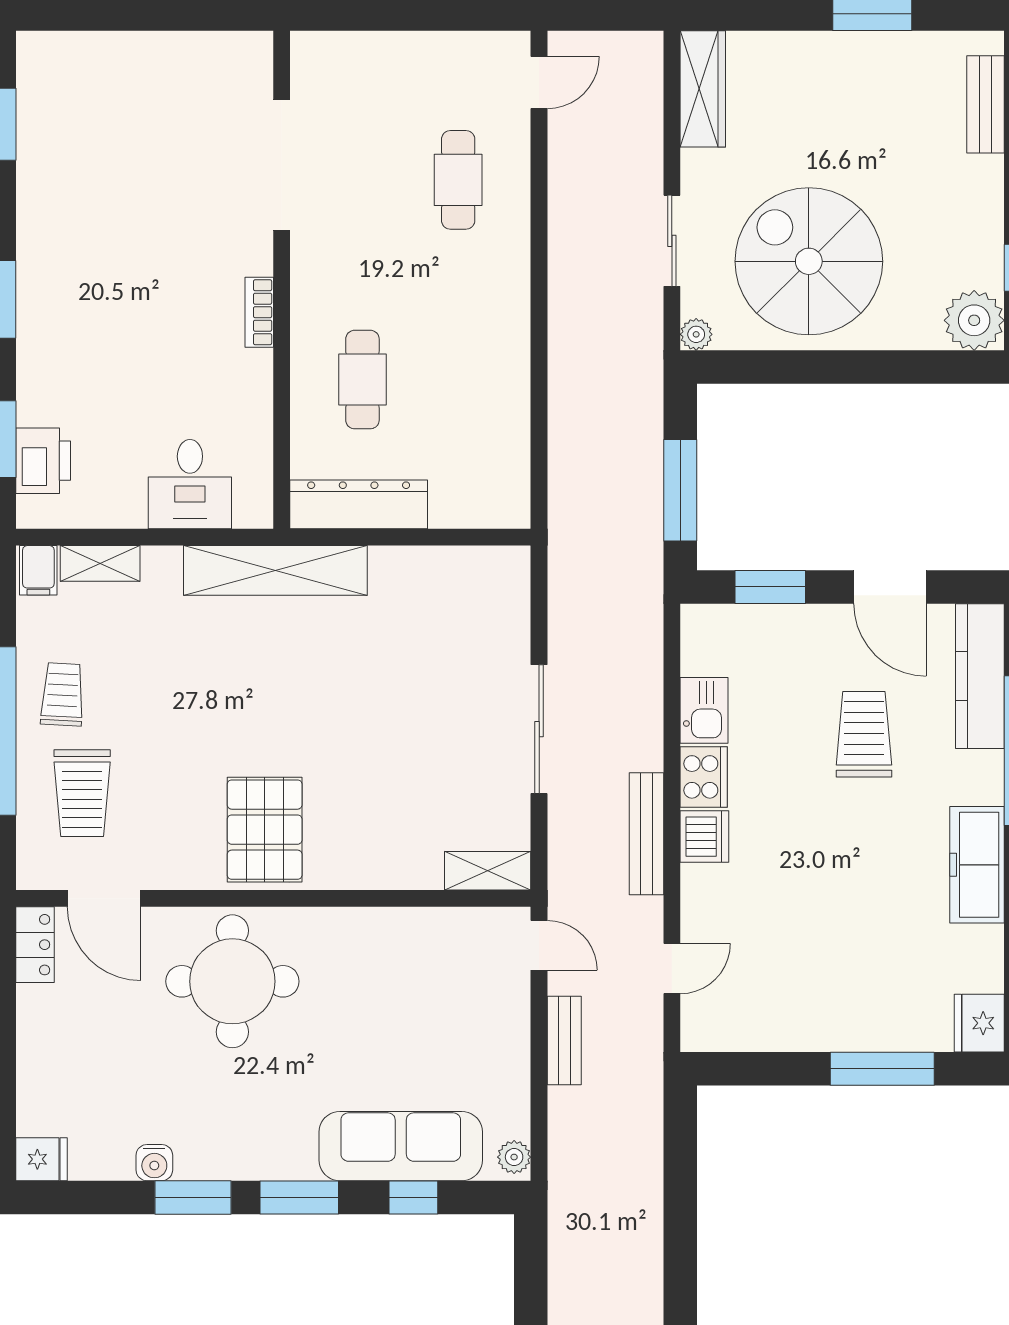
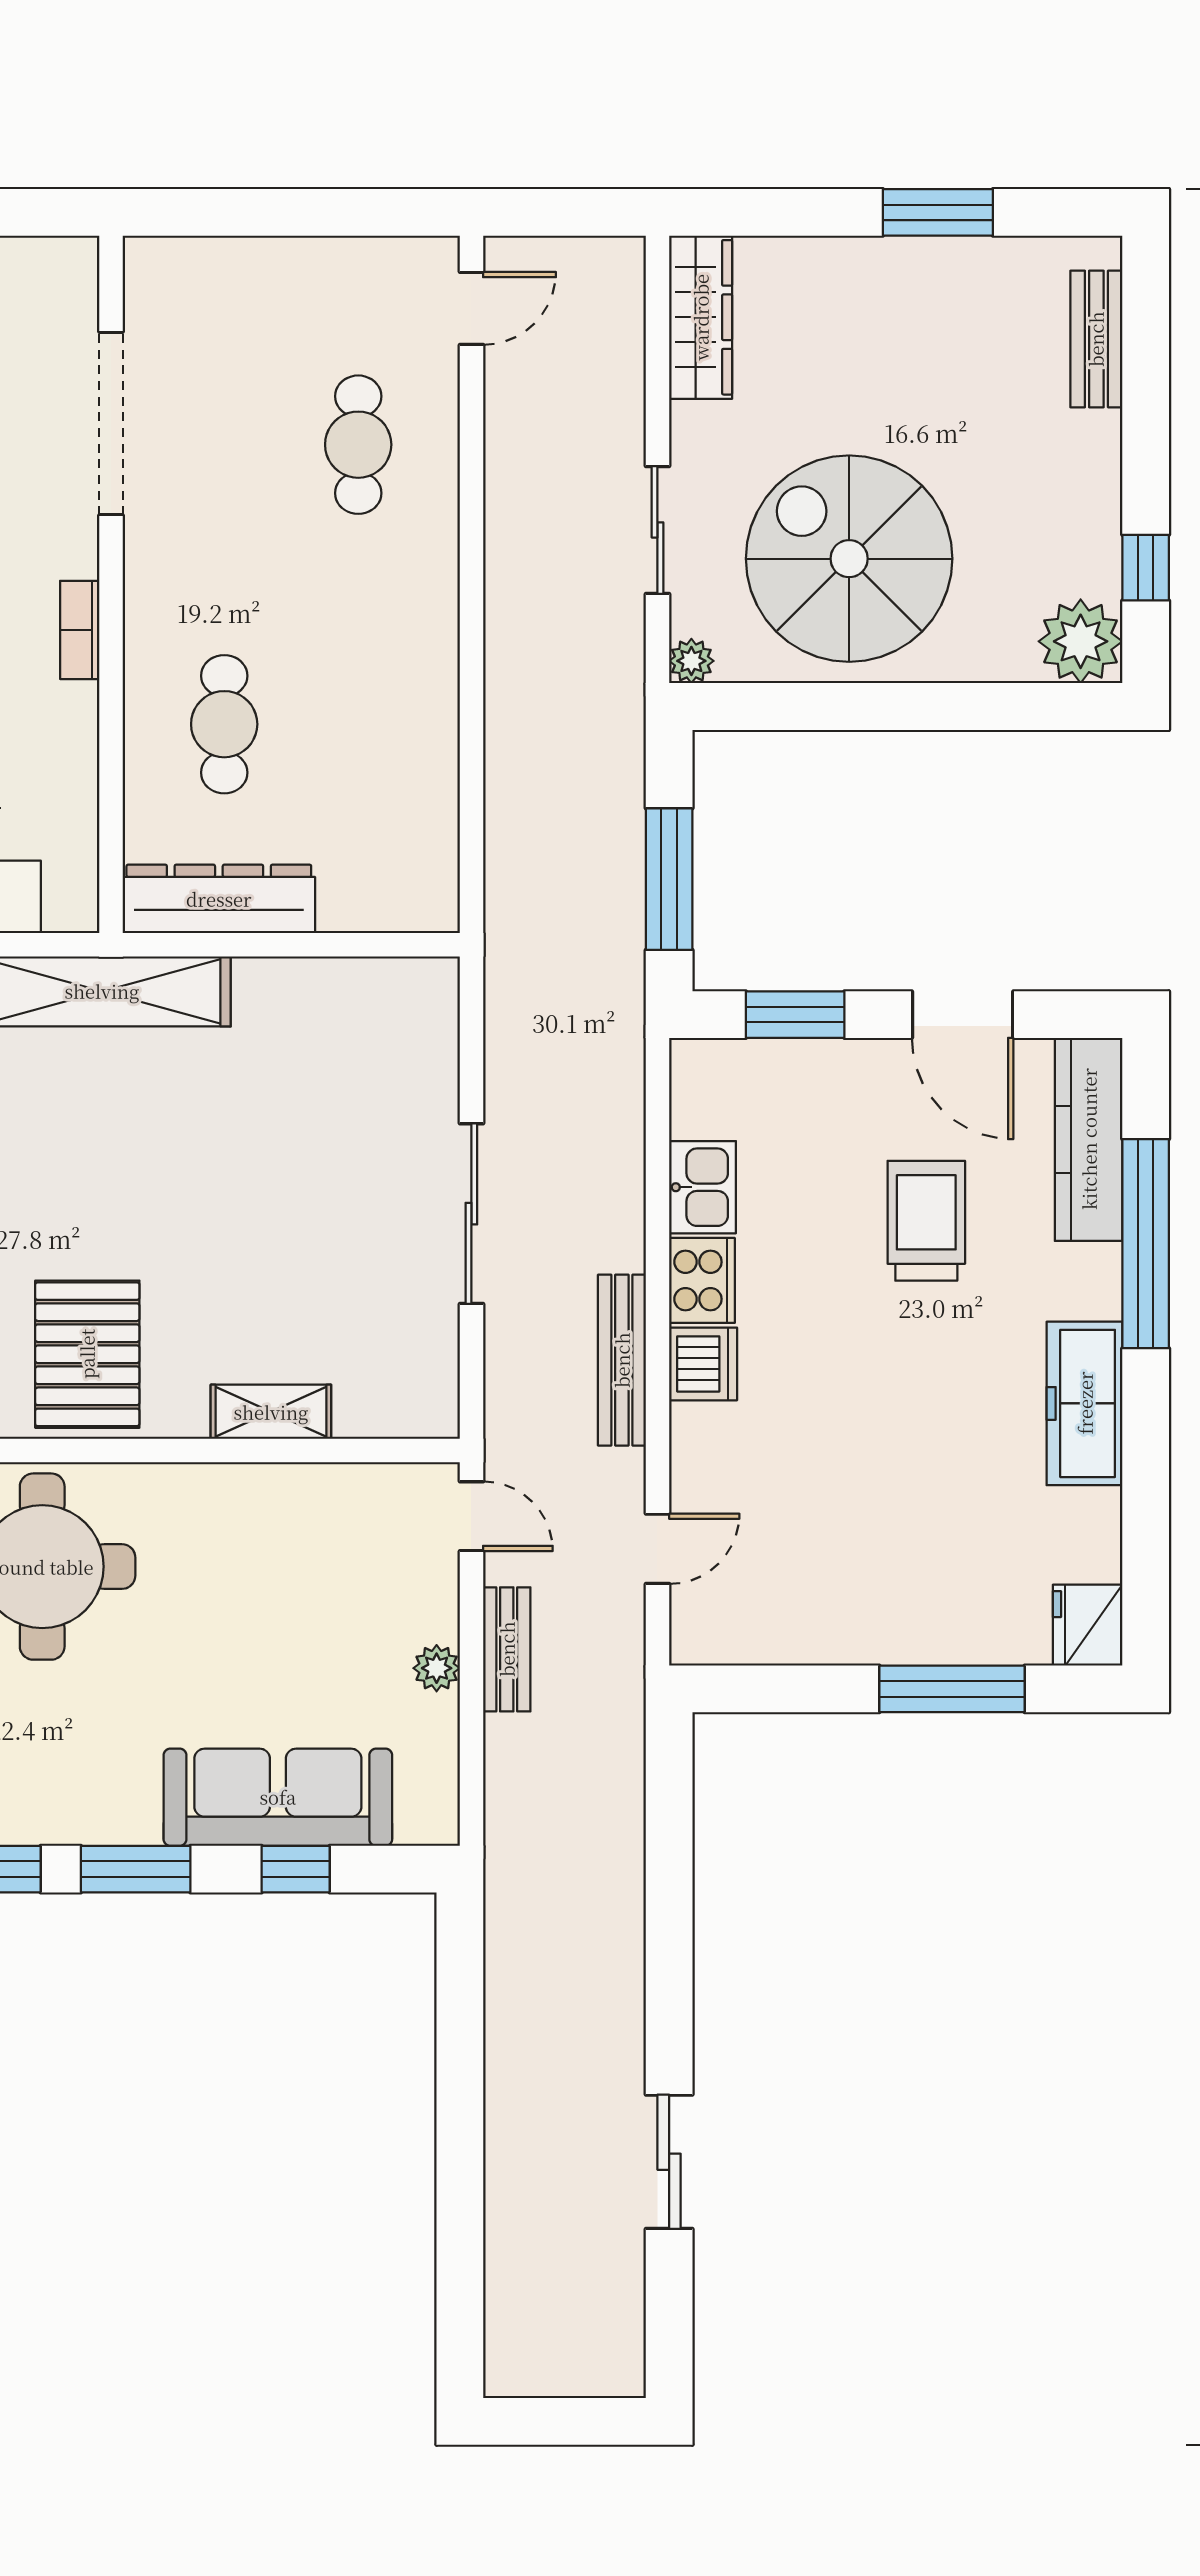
shelving: (488, 871) -> (271, 1412), moved
plant: (514, 1157) -> (437, 1668), moved

